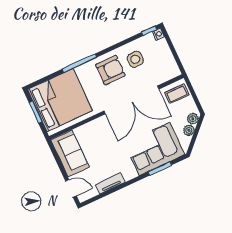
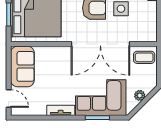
plant: (193, 119) -> (148, 87), removed
tv unit: (110, 183) -> (61, 110), moved

